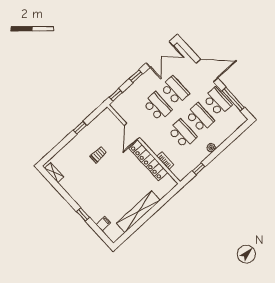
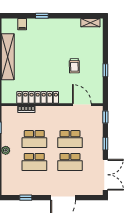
double door: (160, 54) -> (105, 175), swing flipped
window: (233, 99) -> (26, 198), width x0.46
school desk: (217, 102) -> (34, 185), removed
door: (132, 131) -> (82, 105), moved

